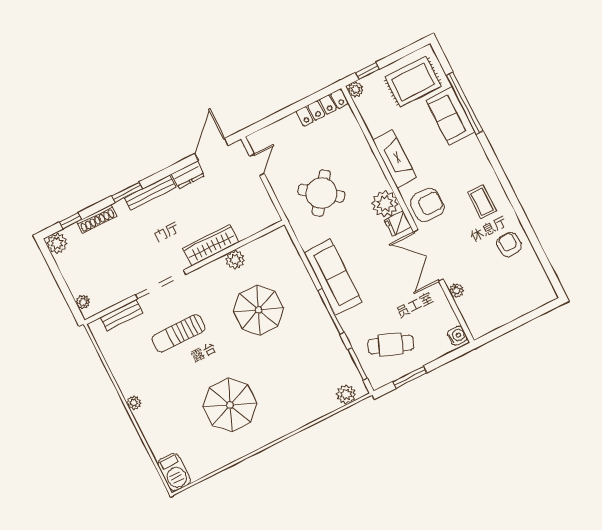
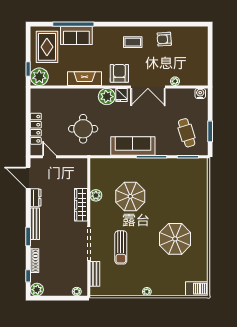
plant: (355, 89) -> (39, 77), width x1.88, depth x1.88
locker: (322, 107) -> (36, 129), moved
round table: (321, 193) -> (83, 129), turned -37
cafe table: (391, 345) -> (187, 133), turned -38
plant: (346, 394) -> (202, 171), removed

